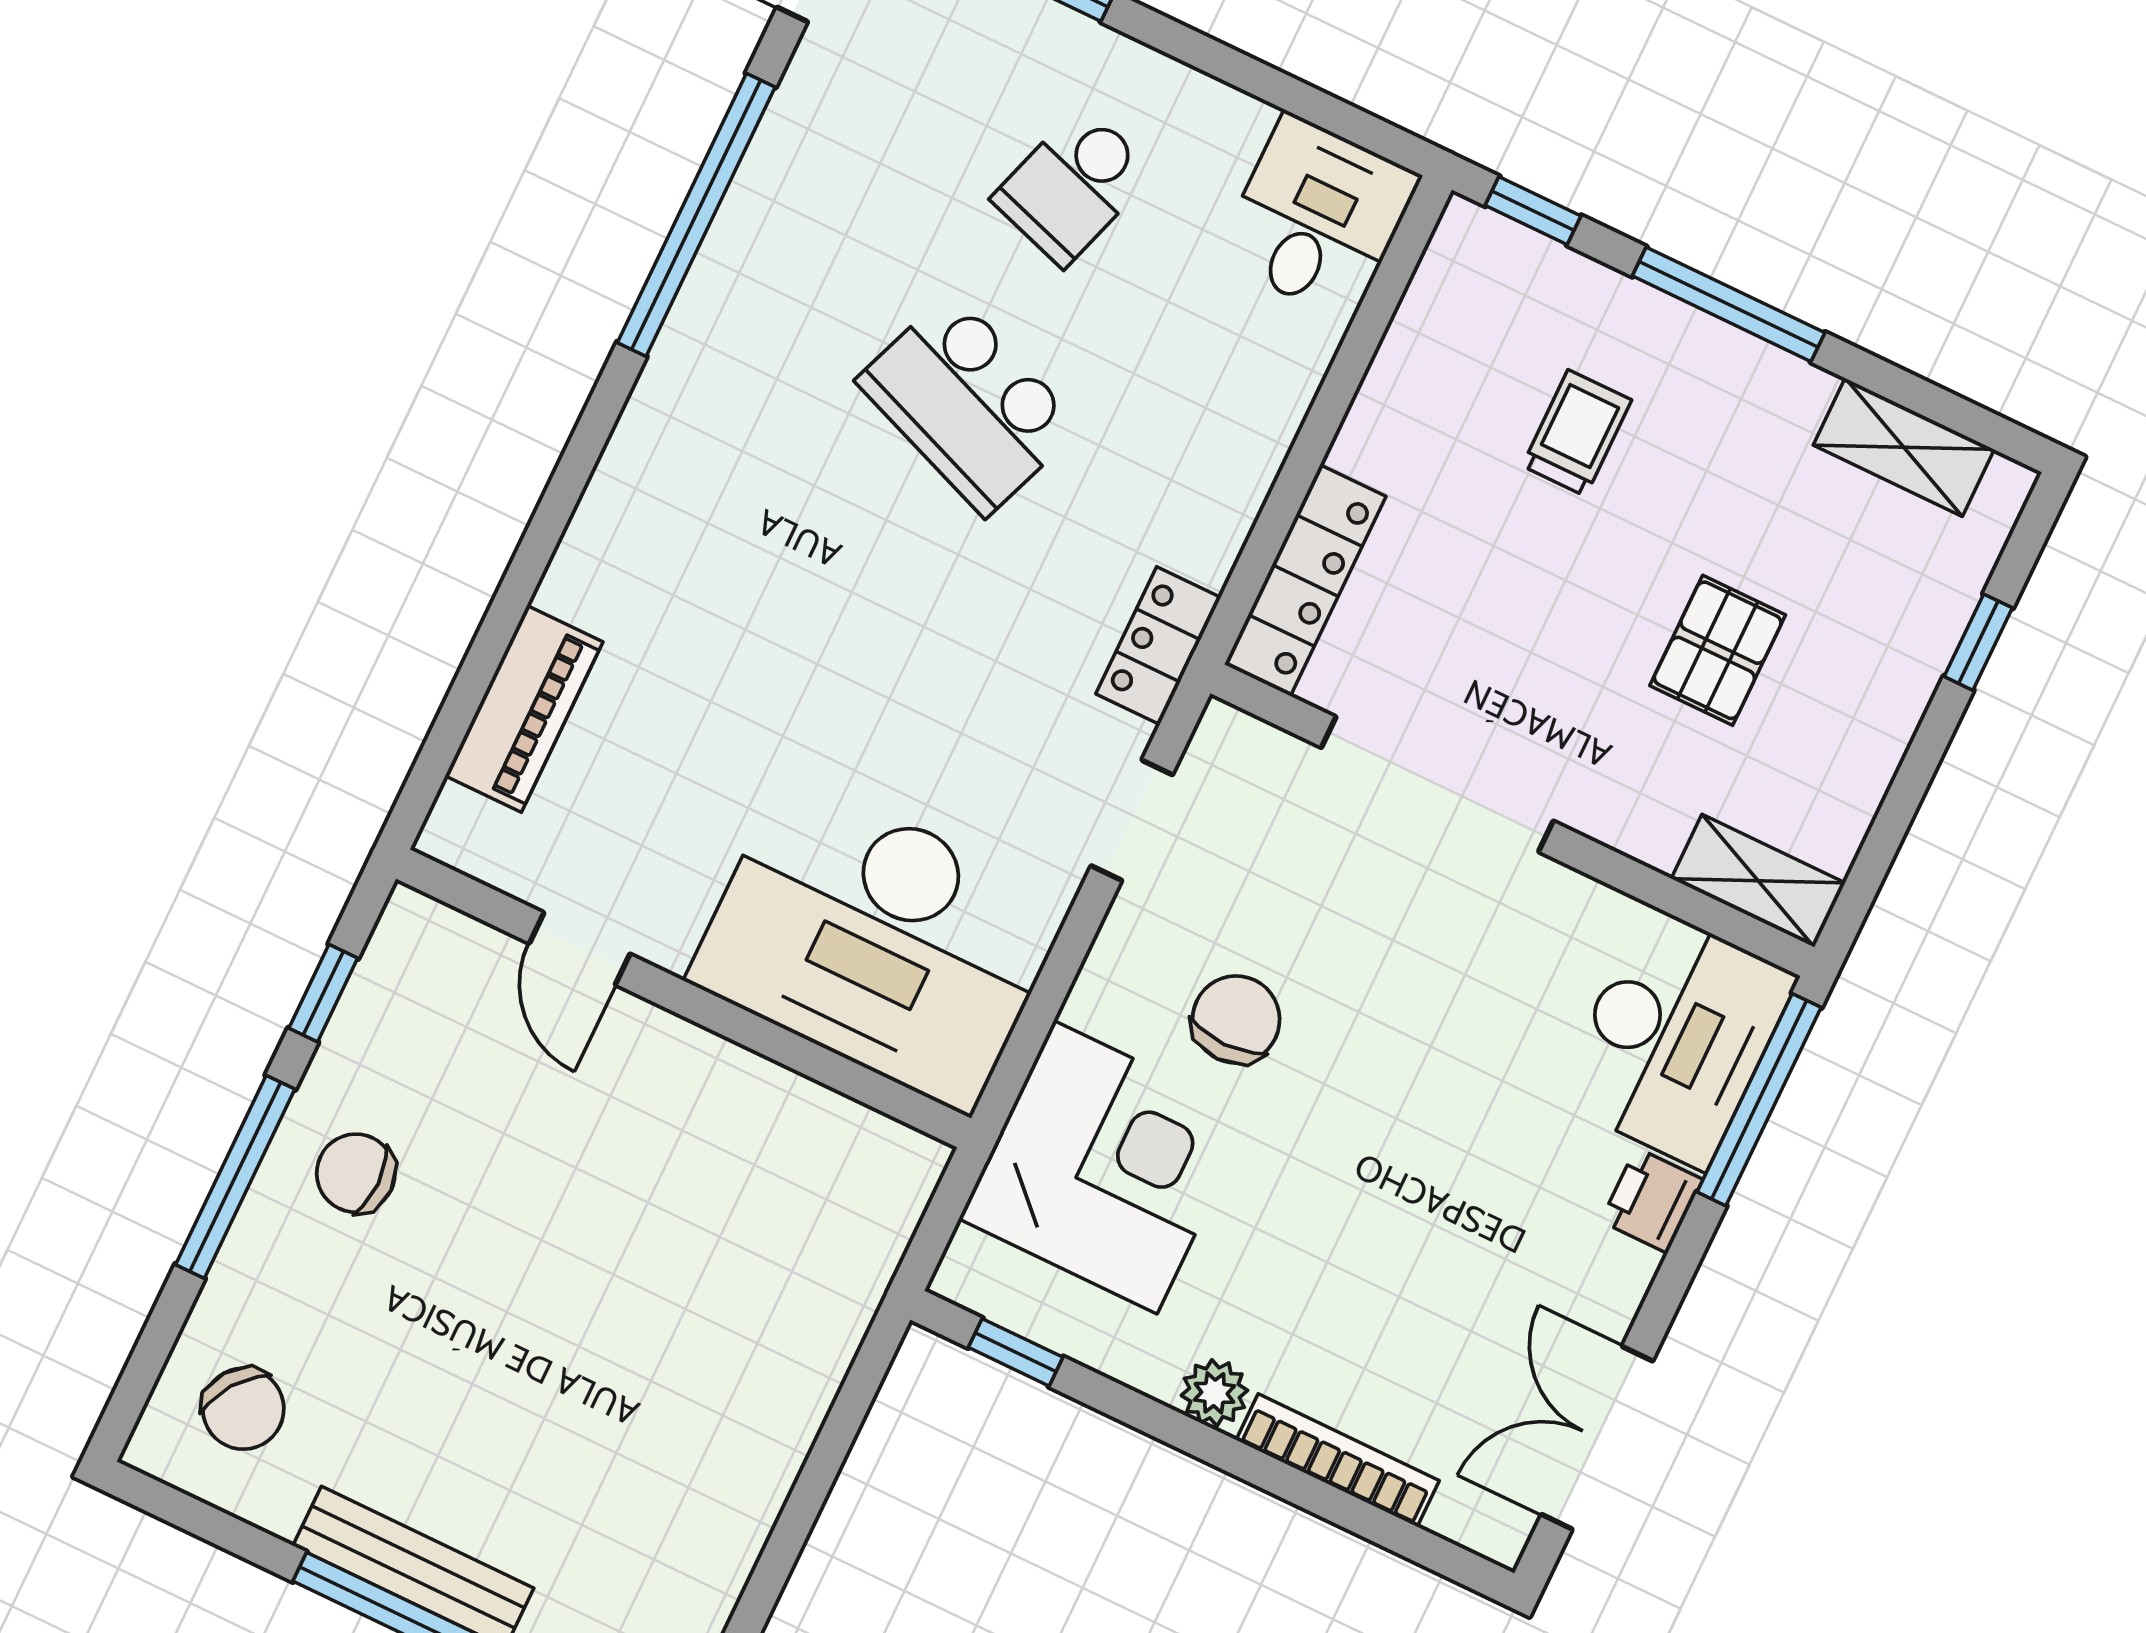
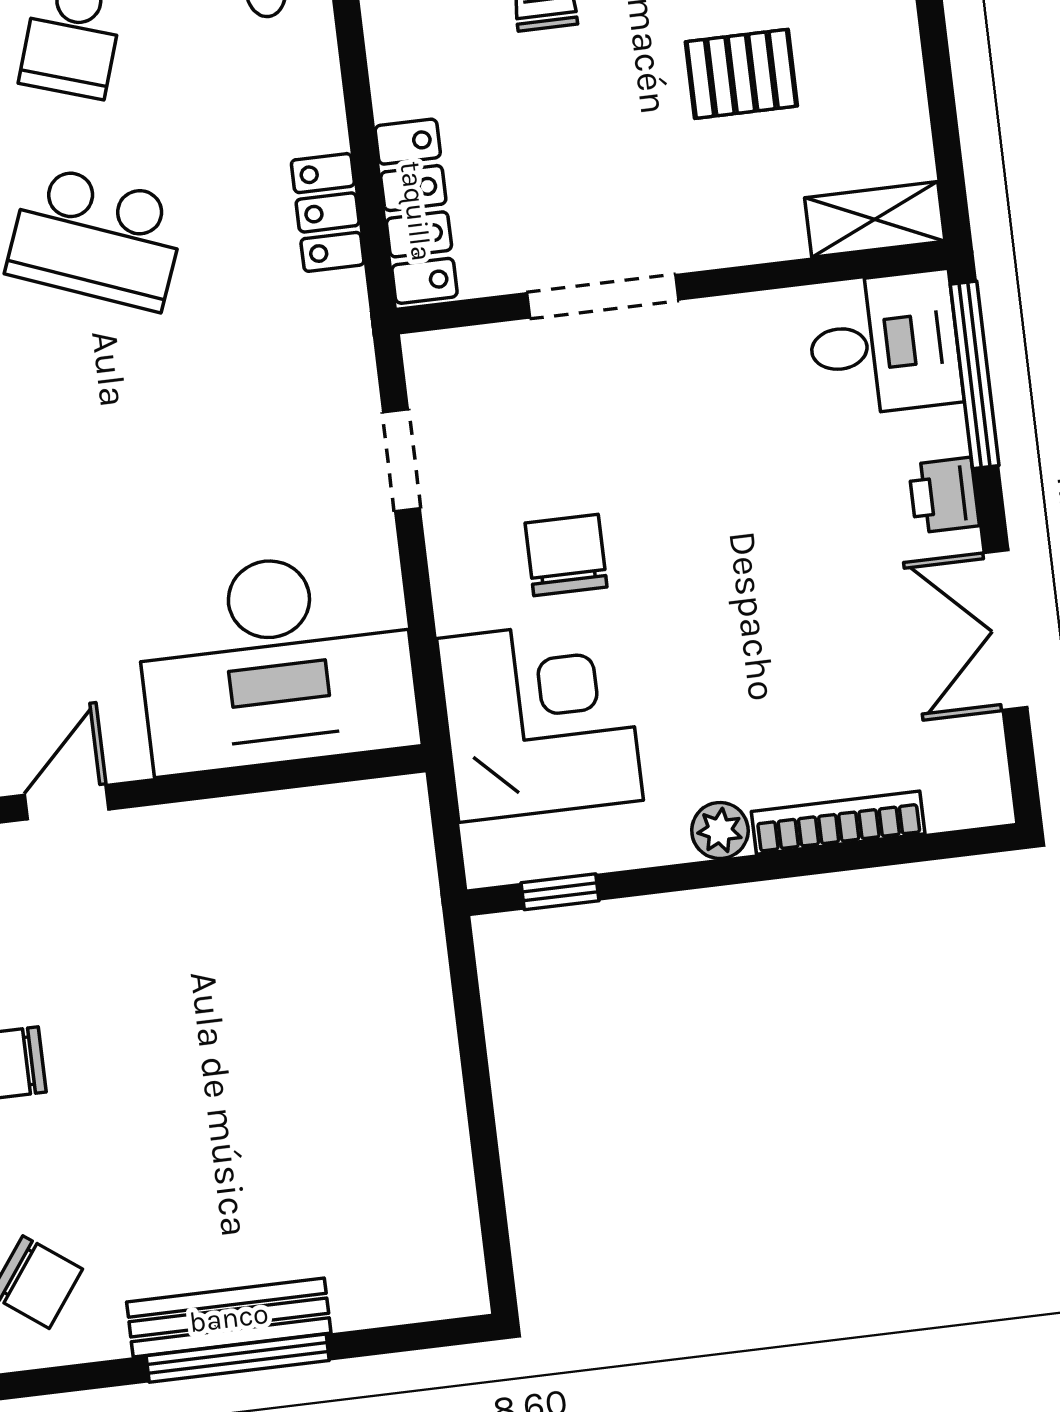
locker: (1158, 646) -> (328, 212), moved
pallet: (1718, 650) -> (741, 74), turned 90
doorway: (1437, 784) -> (603, 296), width x0.73
door: (580, 949) -> (67, 802), swing flipped
desk: (1676, 1038) -> (884, 344), width x0.73
double door: (1597, 1438) -> (1005, 630), moved

